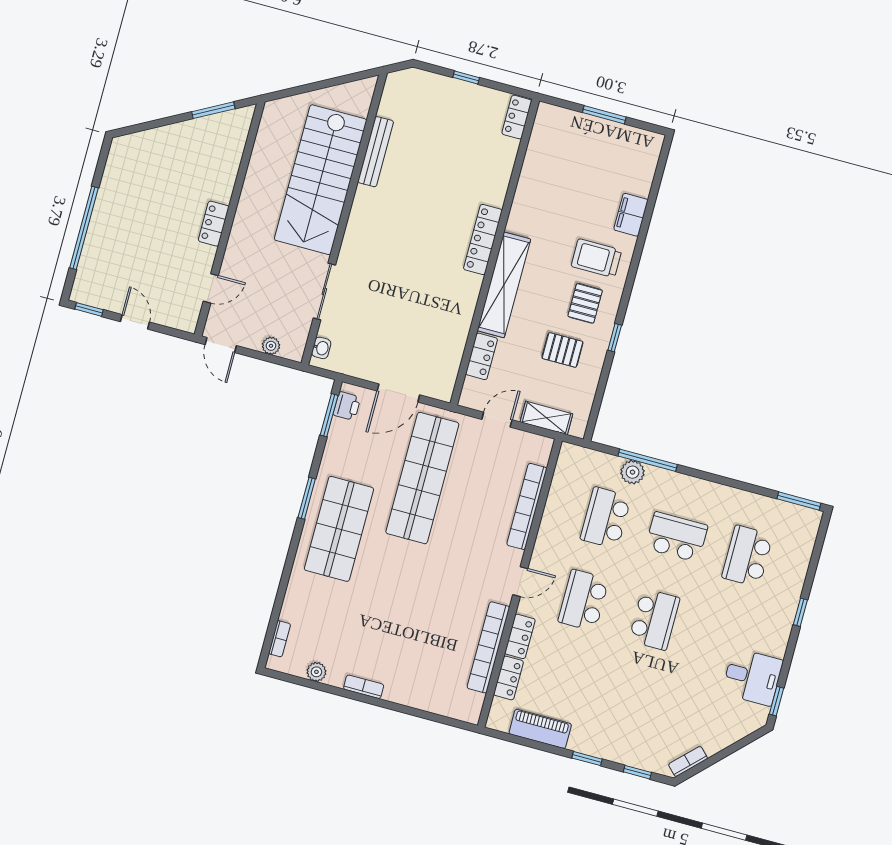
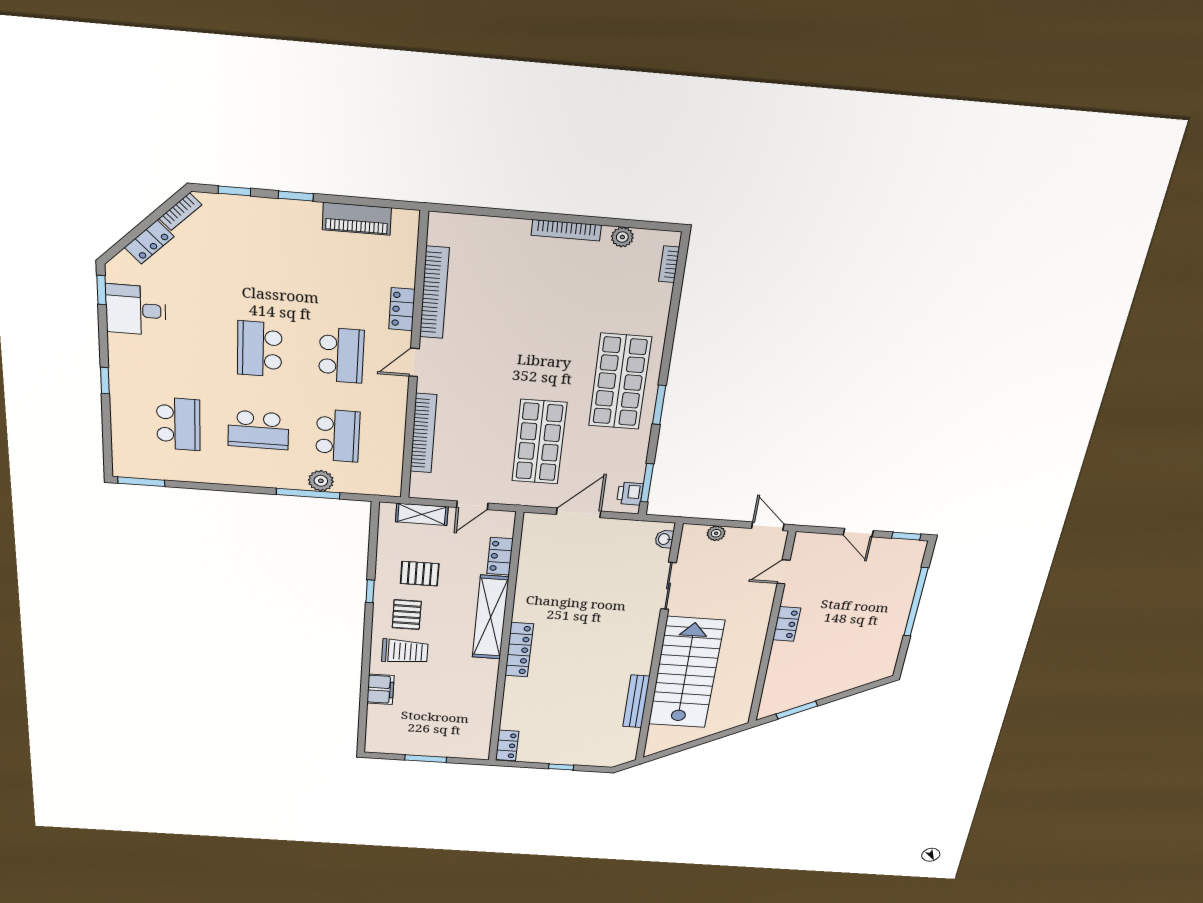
shop shelf: (422, 478) -> (539, 442), width x0.71
locker: (509, 678) -> (149, 242), moved, turned -135
bookcase: (364, 687) -> (566, 230), width x1.56

